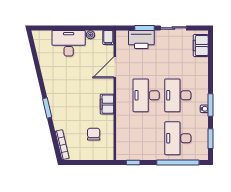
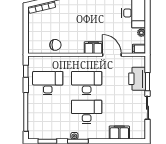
filing cabinet: (201, 46) -> (119, 132), moved
filing cabinet: (107, 104) -> (93, 48), moved
chair: (94, 134) -> (55, 45), moved
desk: (178, 138) -> (48, 83), moved

